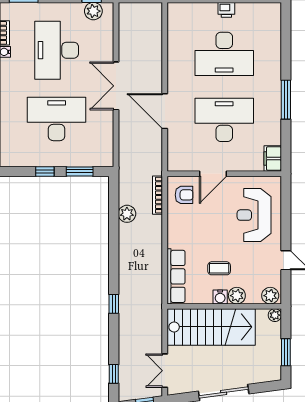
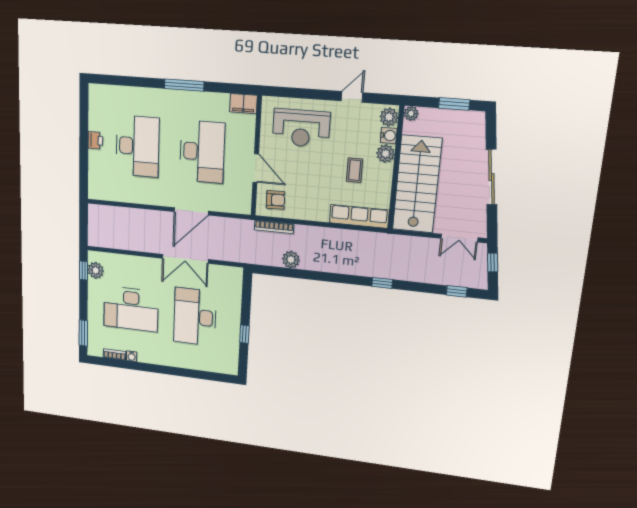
double door: (116, 86) -> (185, 259), moved
desk: (224, 120) -> (202, 152), turned 180
window: (80, 171) -> (246, 301), removed
armchair: (184, 195) -> (276, 200), turned 88
water cooler: (220, 297) -> (389, 136), moved

